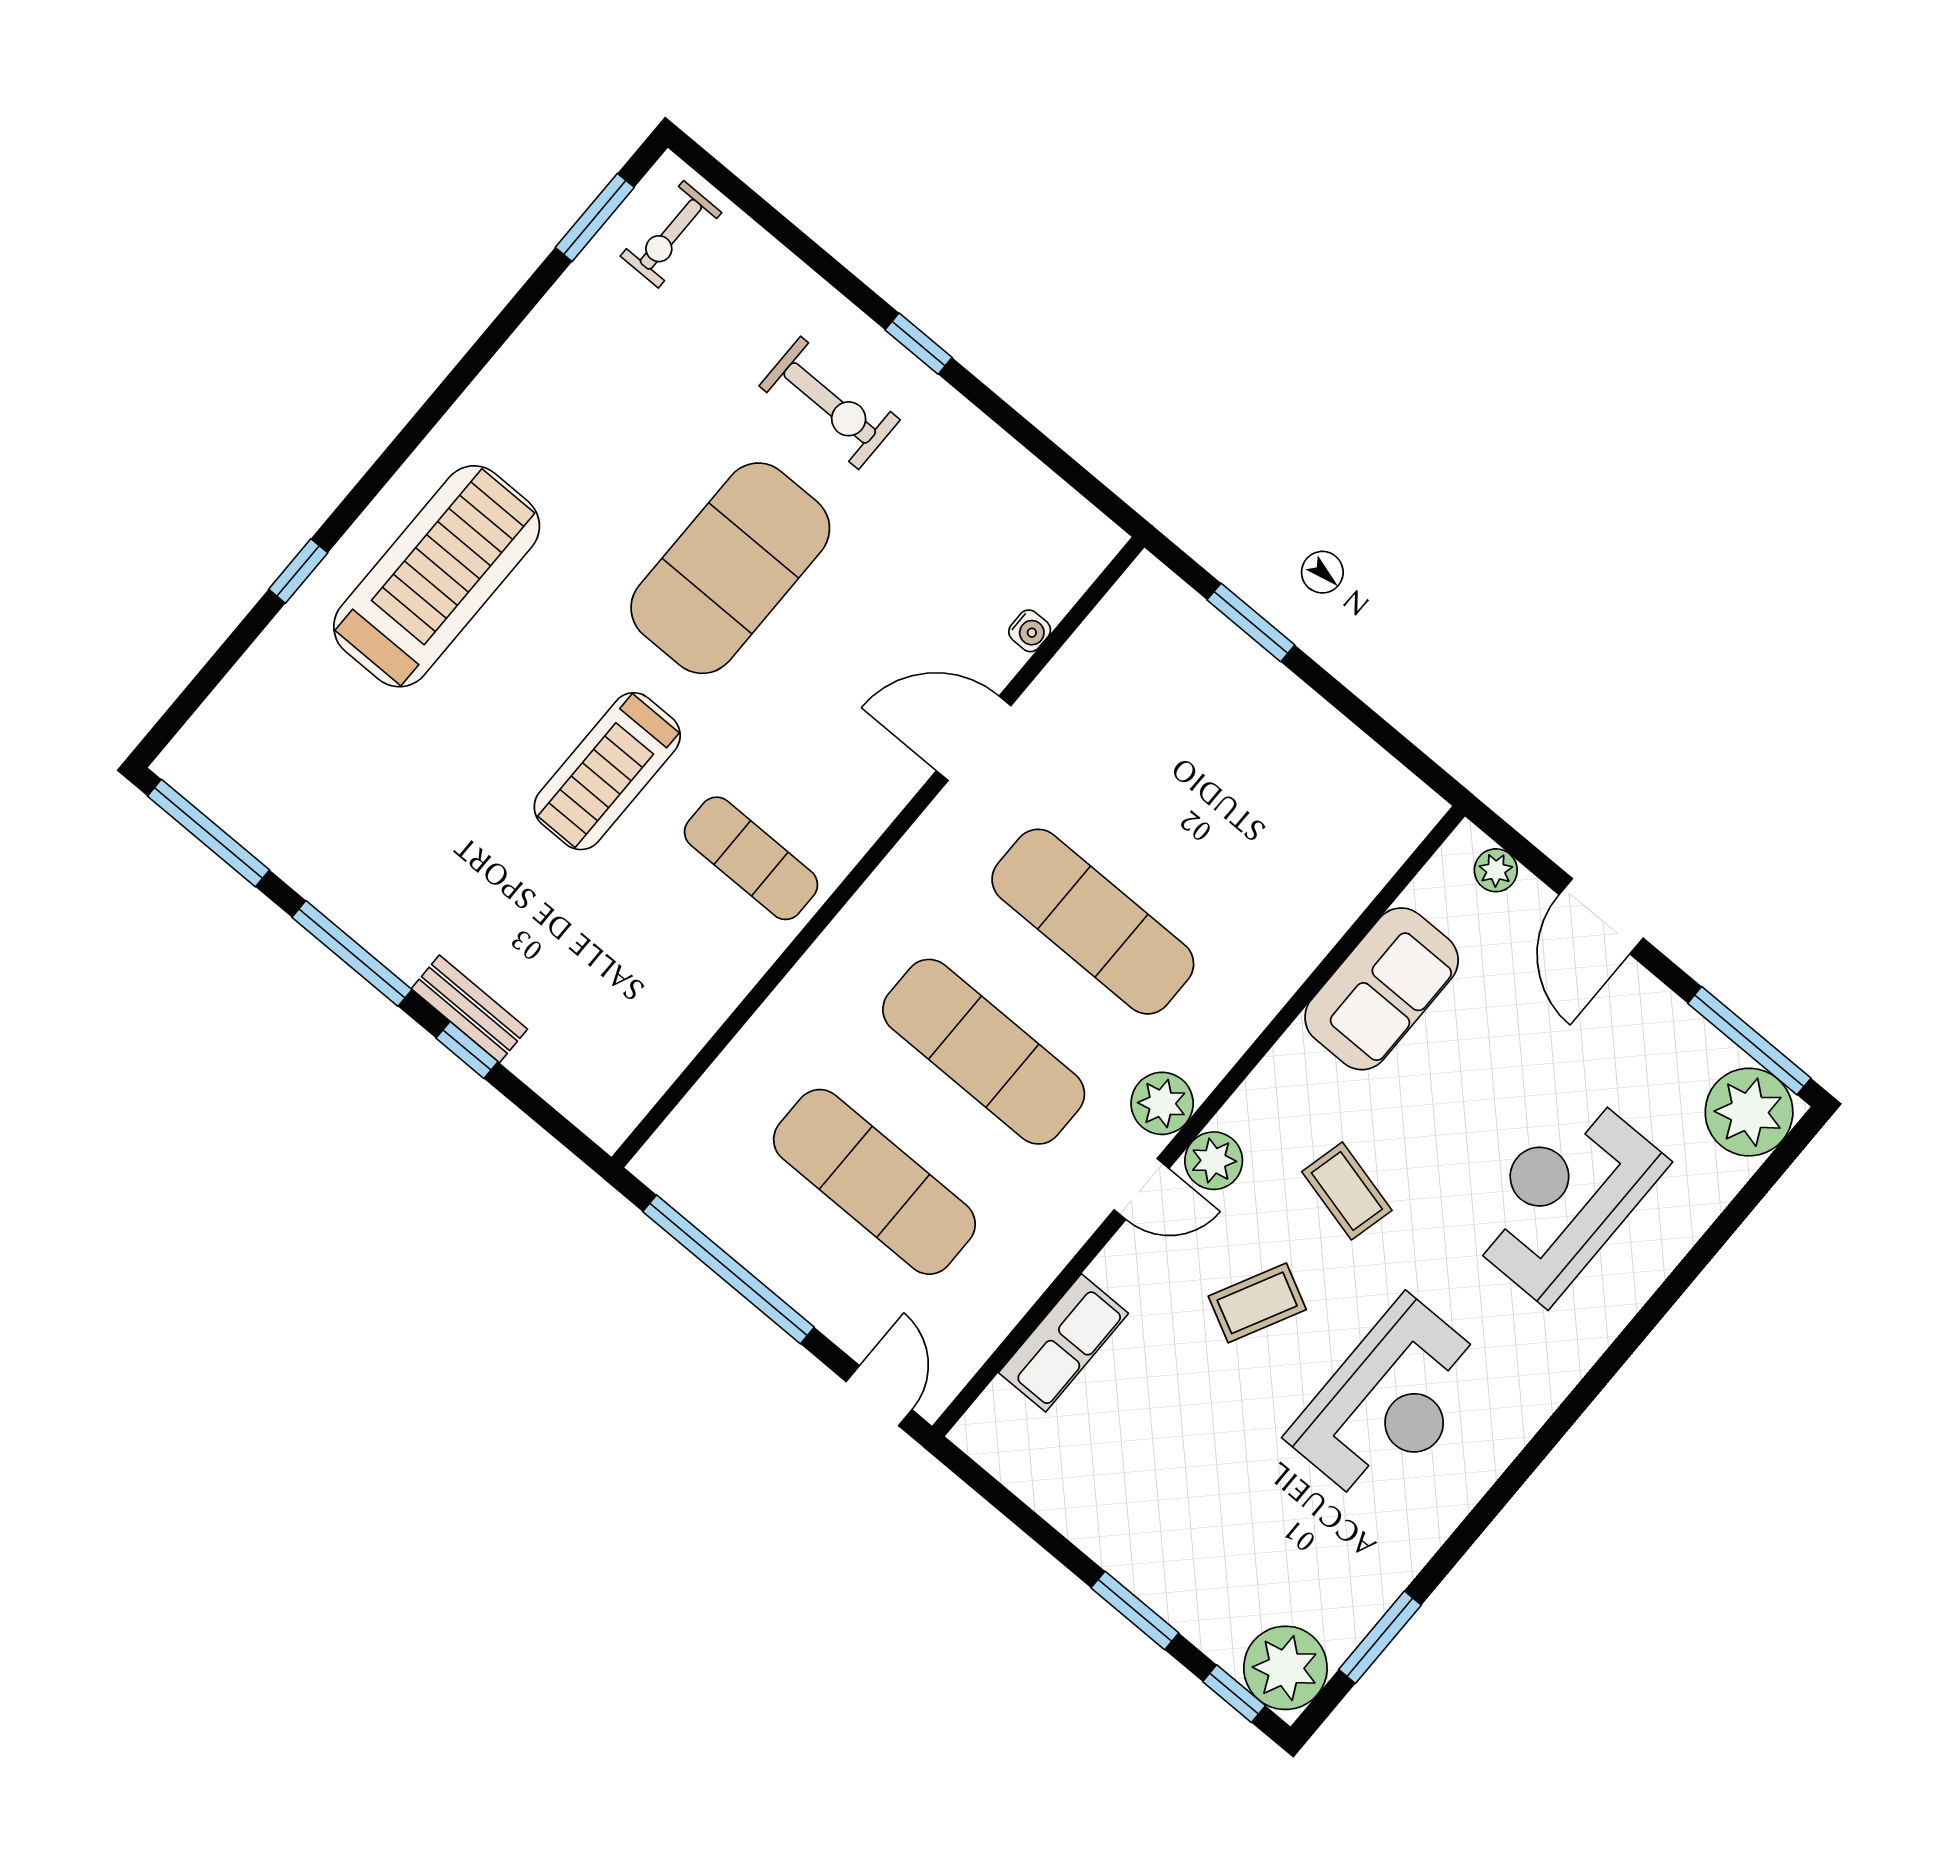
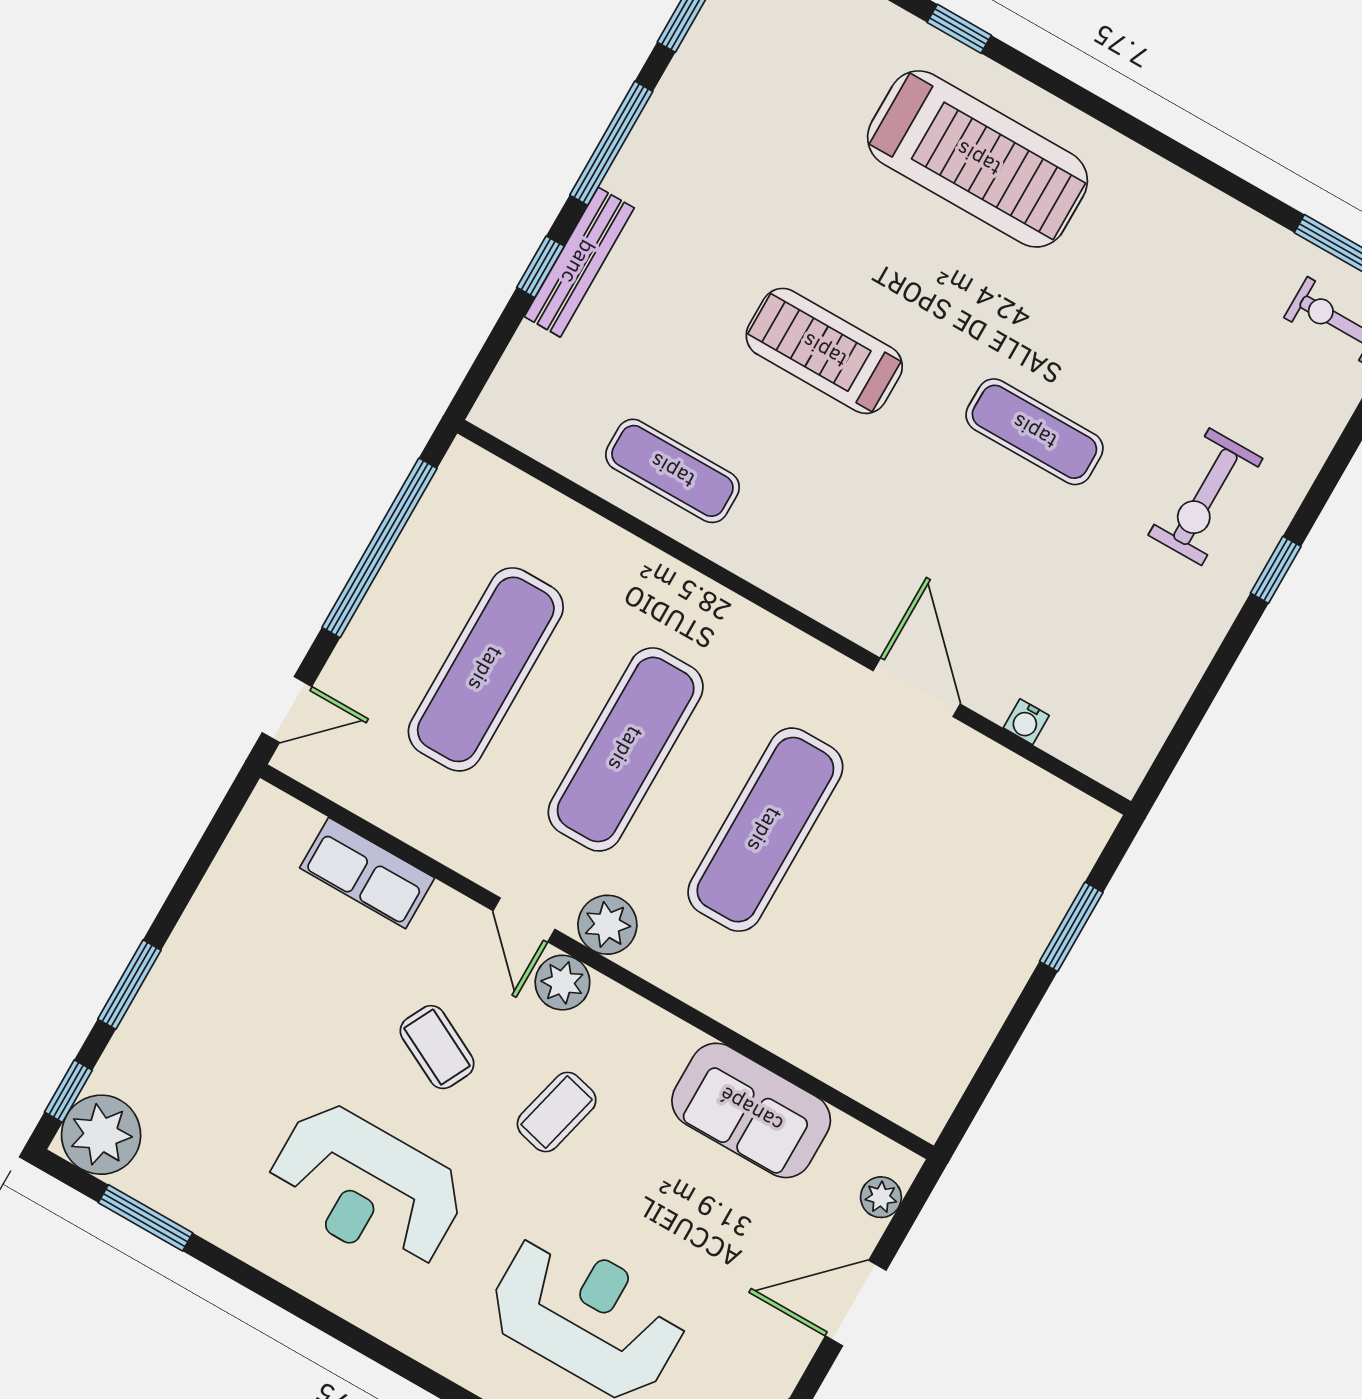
exercise mat: (730, 568) -> (1034, 432), width x0.50, depth x0.69
exercise mat: (751, 858) -> (672, 471), moved, turned 90
bench: (469, 1009) -> (579, 262), width x1.36

